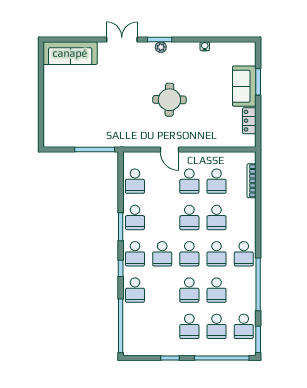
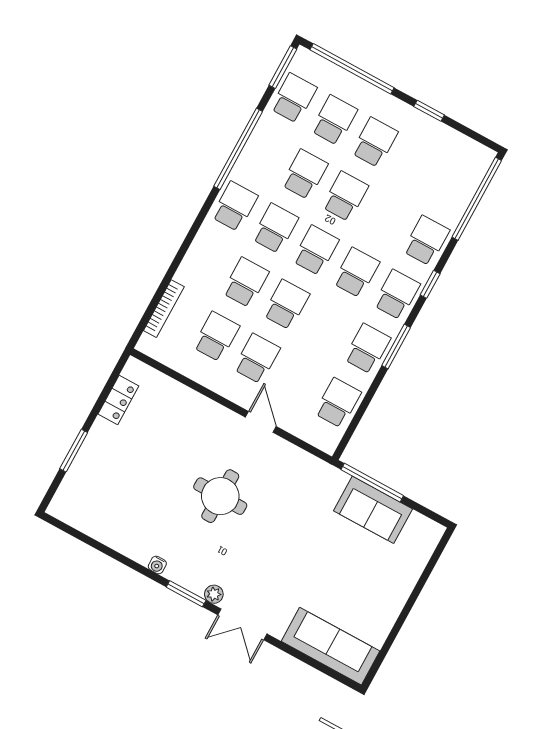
water cooler: (205, 46) -> (157, 565), moved
plant: (161, 47) -> (214, 594), moved
sofa: (244, 86) -> (373, 510), moved, turned 90

